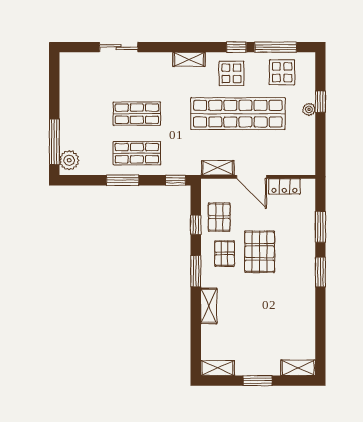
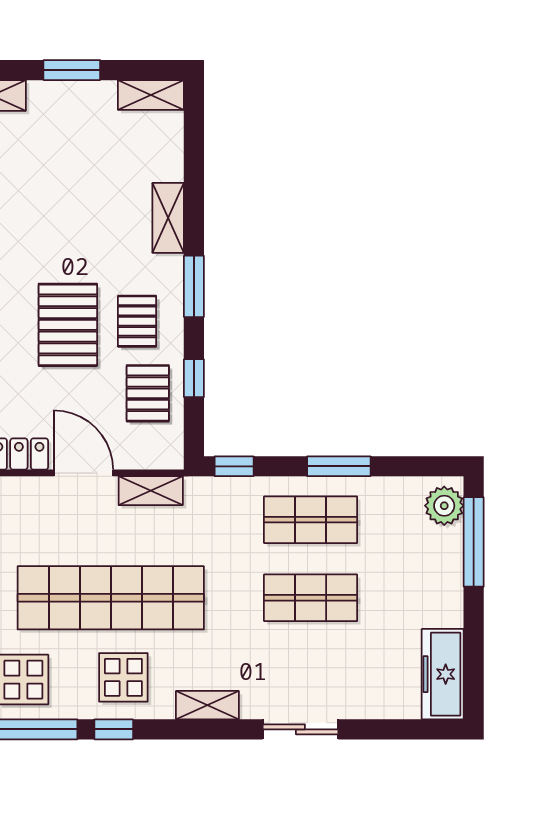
sliding door: (119, 47) -> (300, 729), moved
freezer: (70, 75) -> (443, 674), added

